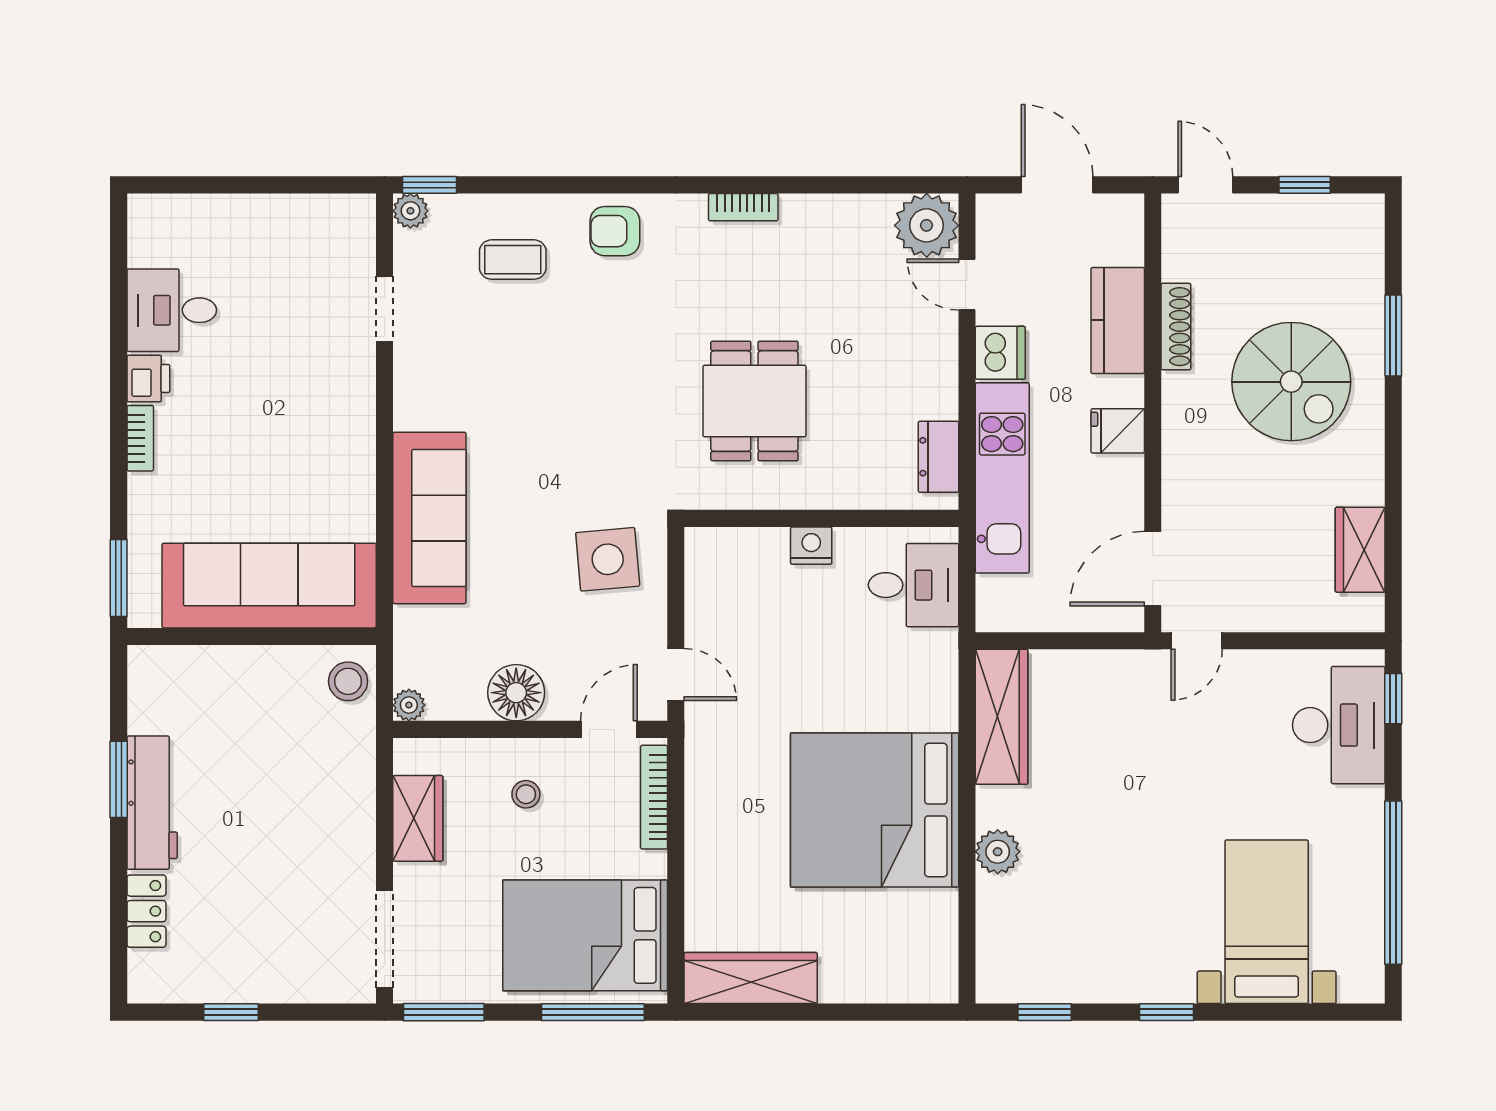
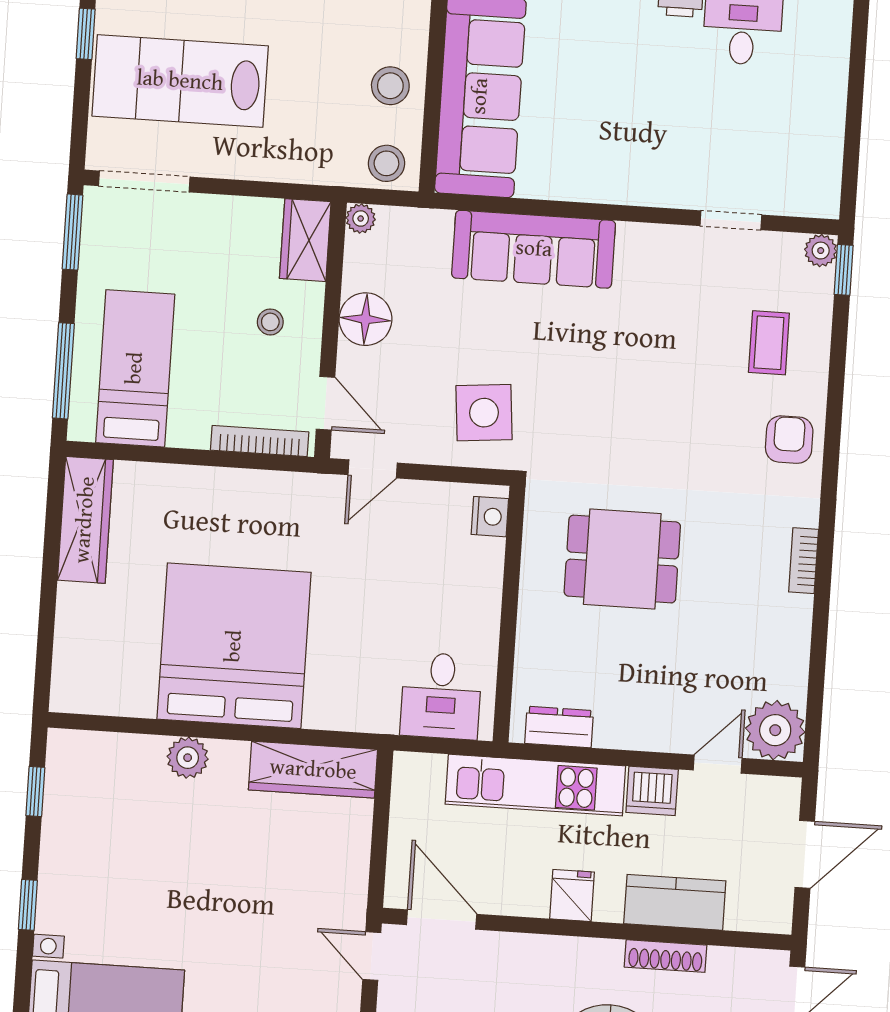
nightstand: (811, 546) -> (490, 517), moved
stool: (265, 683) -> (390, 86), added
wardrobe: (418, 818) -> (305, 240), moved, turned 90
lab bench: (275, 908) -> (180, 81), added
bed: (585, 935) -> (135, 368), width x0.67

